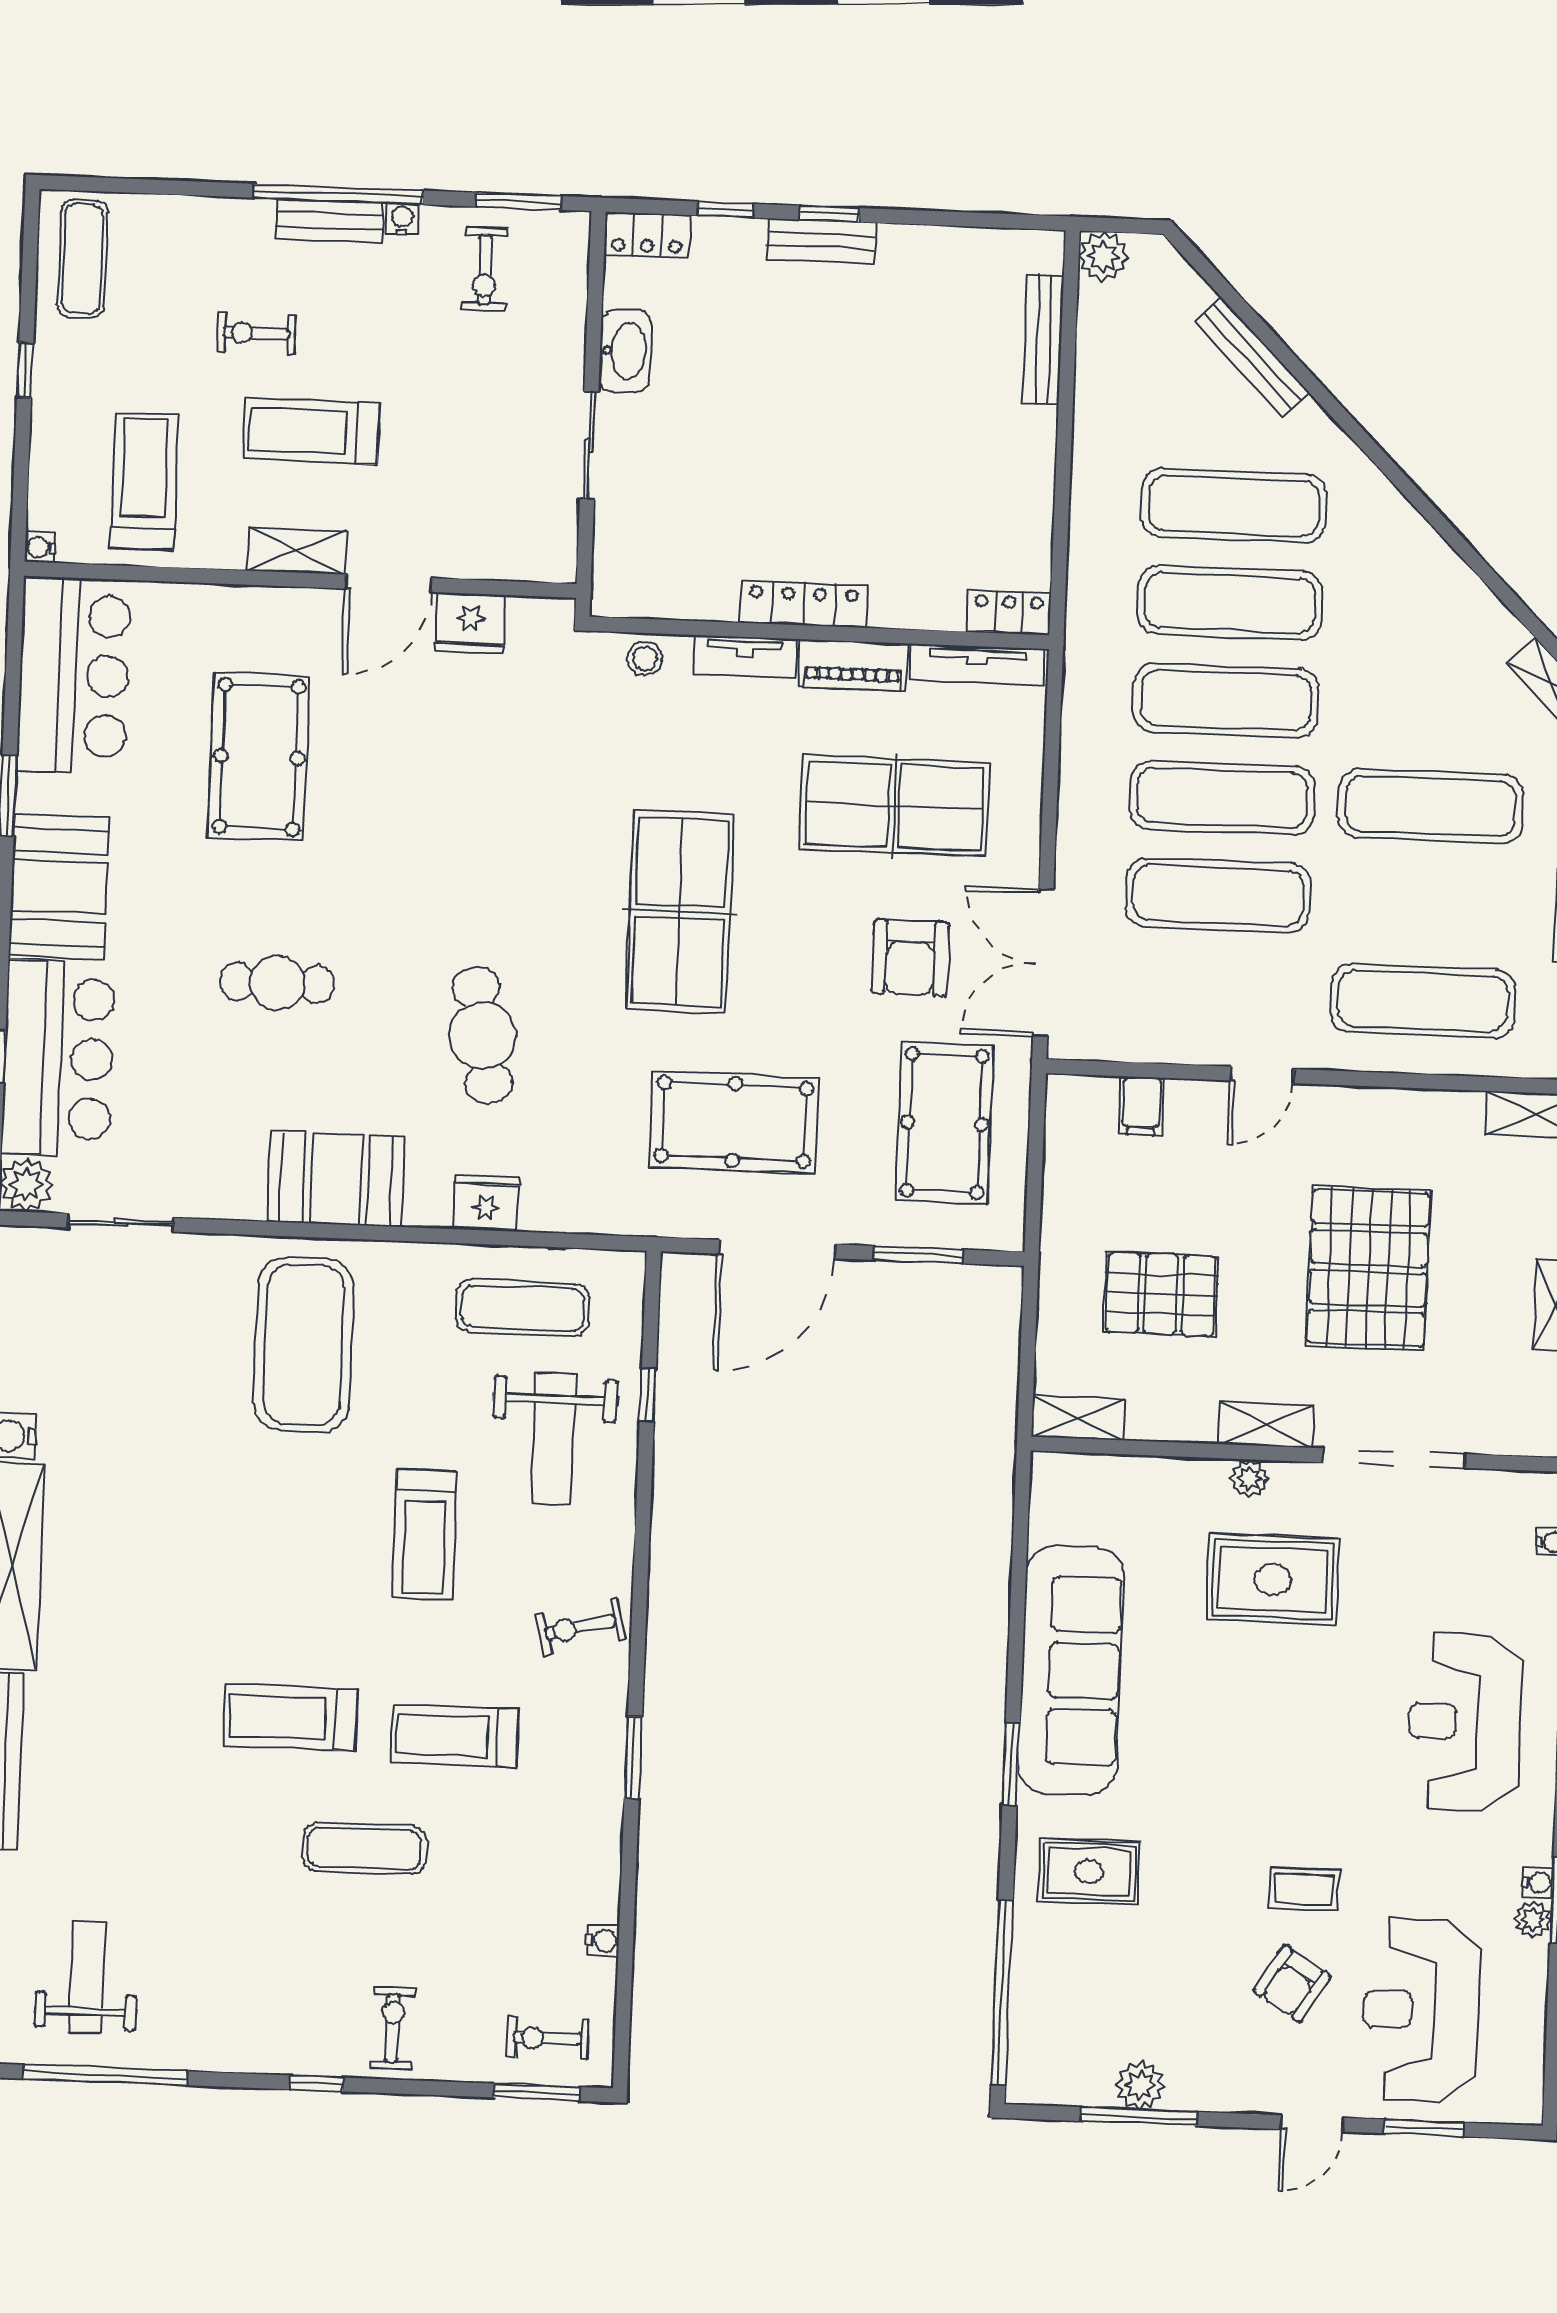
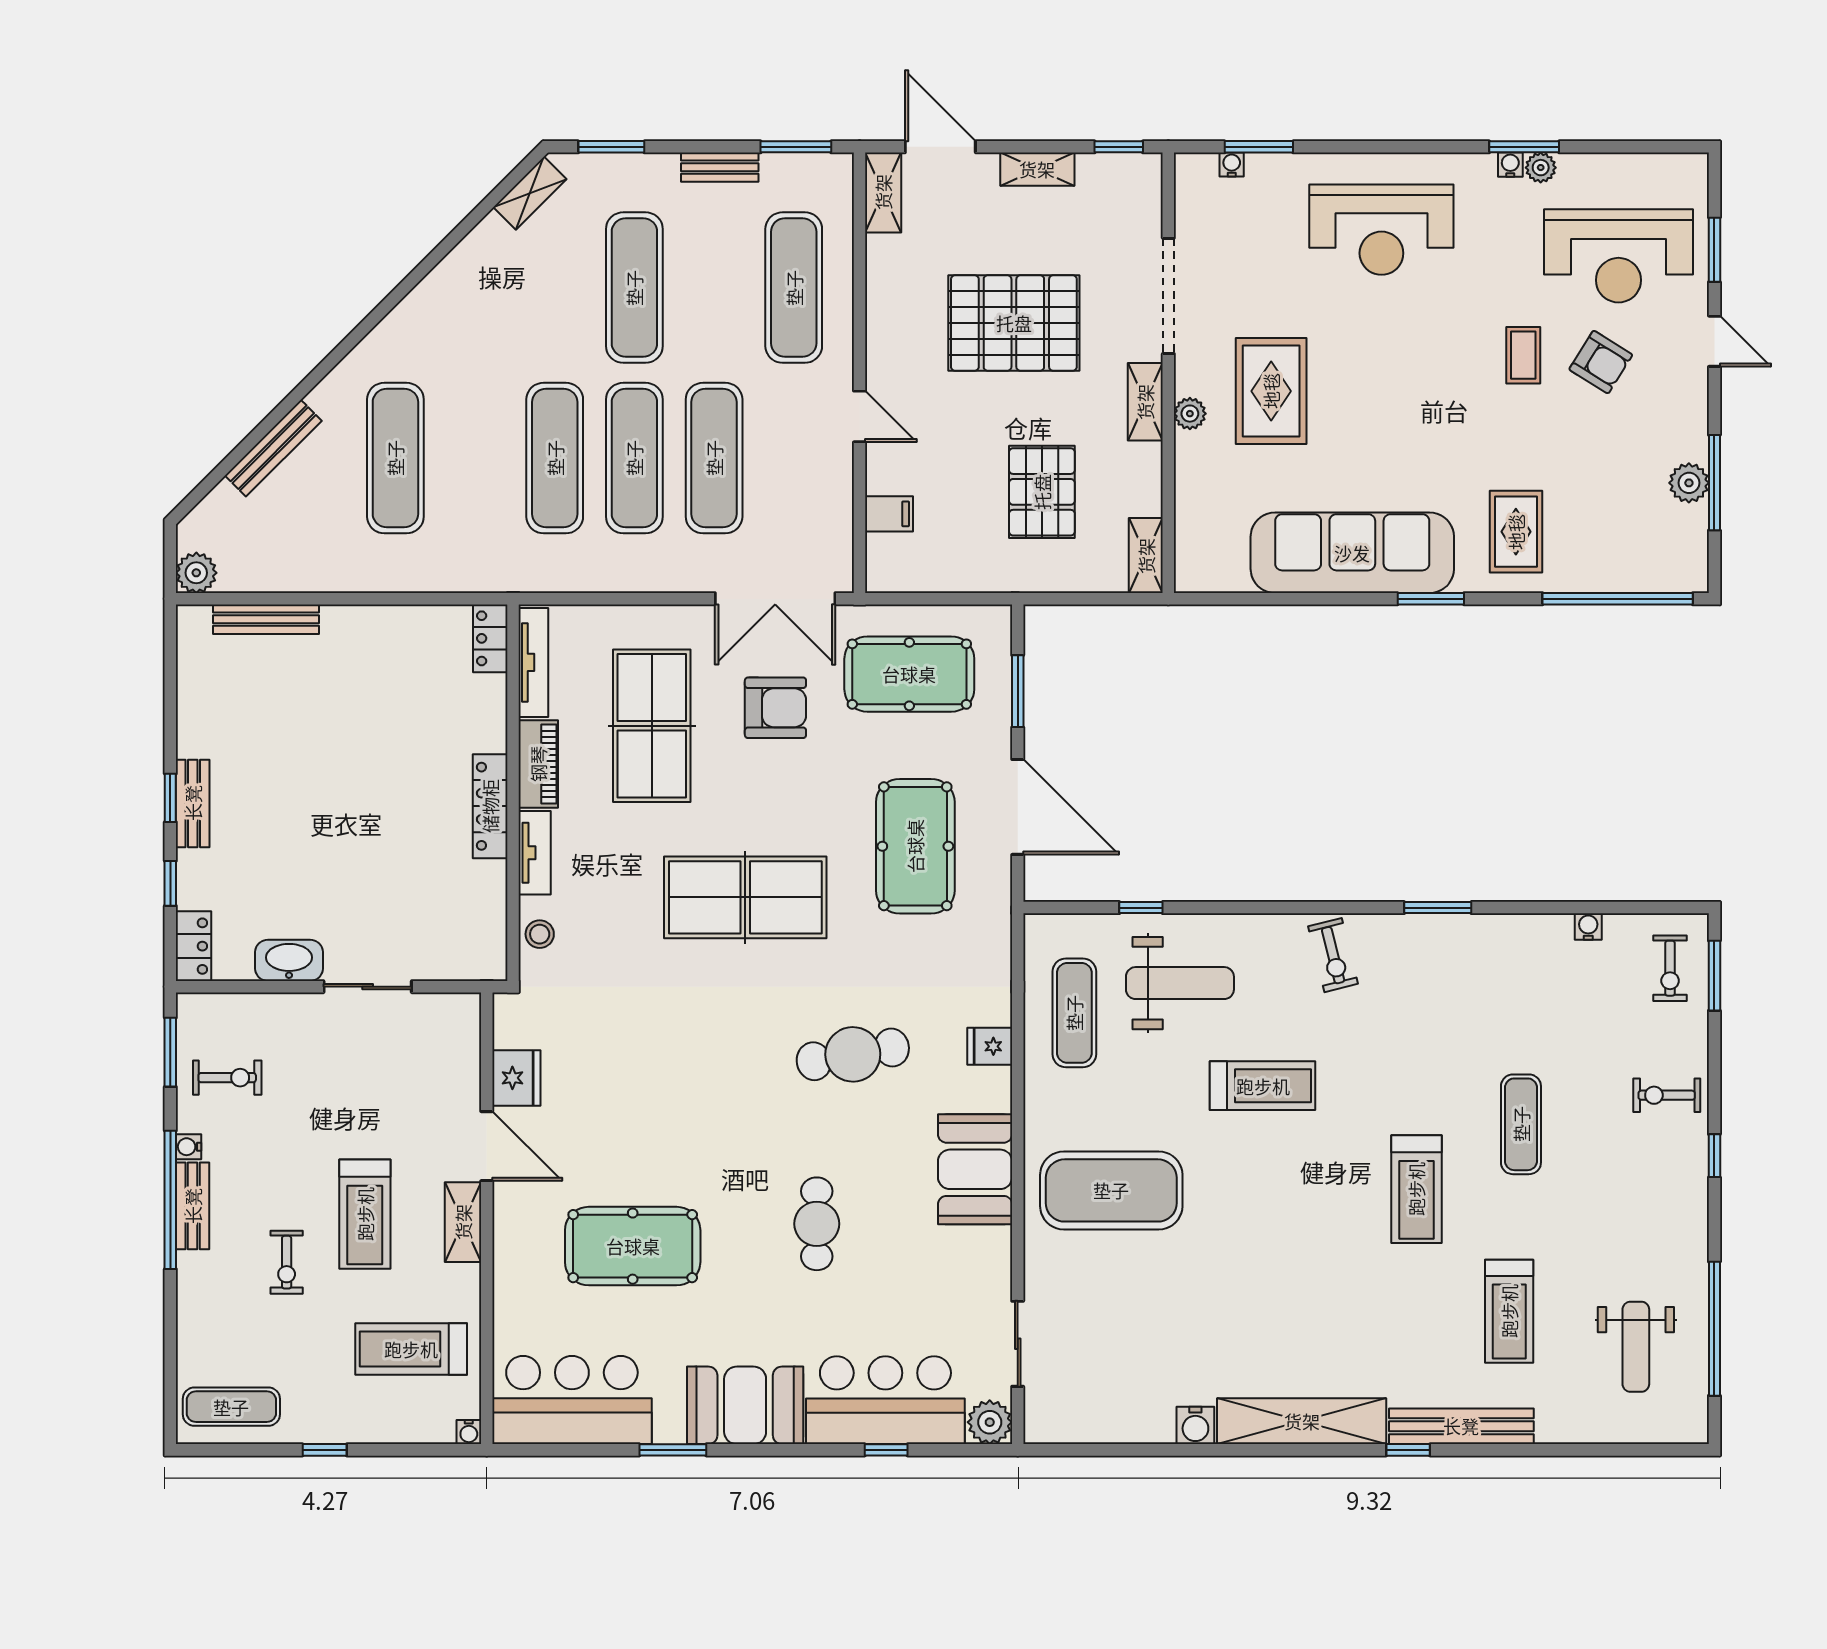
exercise mat: (1230, 603) -> (475, 458), removed
fridge: (486, 1203) -> (990, 1046), width x0.72
treadmill: (455, 1735) -> (1509, 1311), moved
weight bench: (87, 1978) -> (1636, 1347), turned -90

